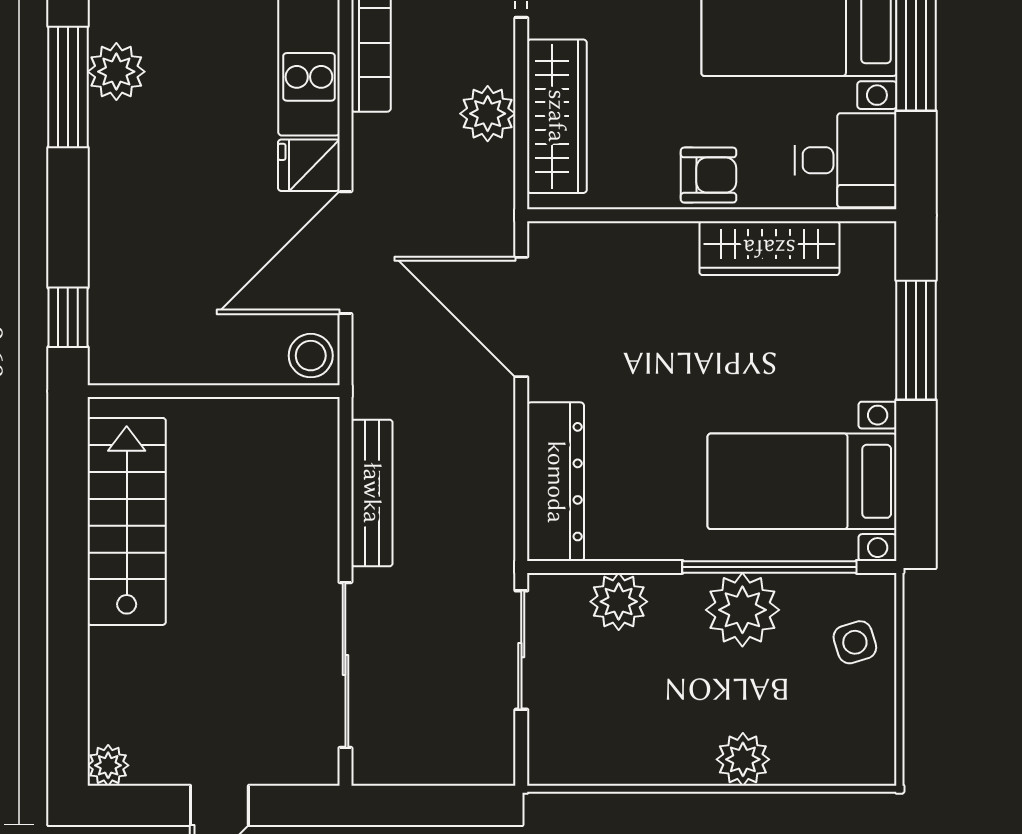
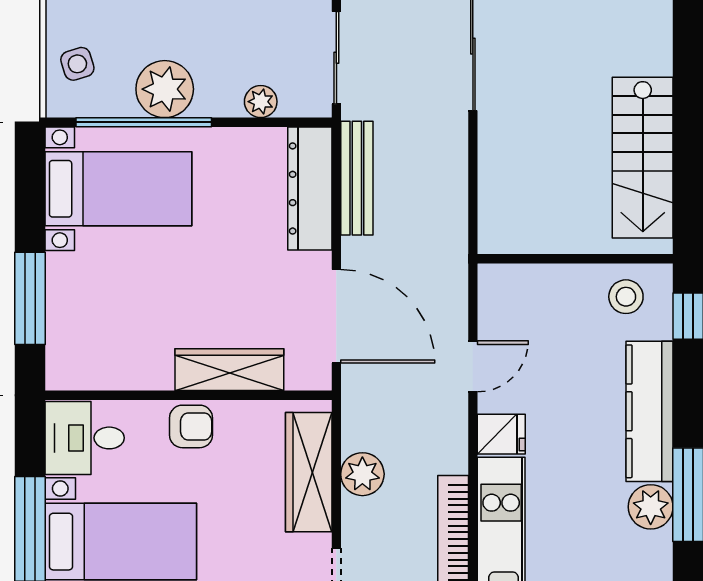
armchair: (709, 175) -> (191, 426), turned 180
kitchen counter: (118, 195) -> (650, 411), added
wardrobe: (769, 248) -> (229, 370), moved
door: (345, 253) -> (473, 366), width x0.53
stool: (311, 356) -> (626, 297), moved
bench: (372, 493) -> (357, 178), moved
plant: (619, 602) -> (261, 102), width x0.73, depth x0.73

